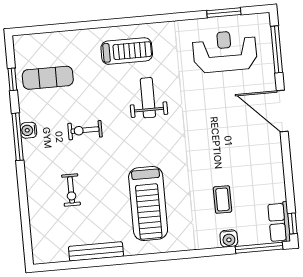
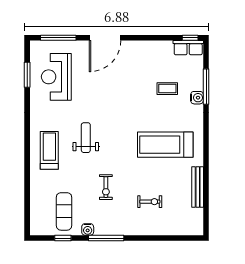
weight bench: (148, 98) -> (86, 138), turned 90
water cooler: (28, 130) -> (88, 229), moved
treadmill: (148, 203) -> (165, 145), turned 180
water cooler: (229, 238) -> (197, 98), moved
window: (259, 248) -> (206, 87), moved

